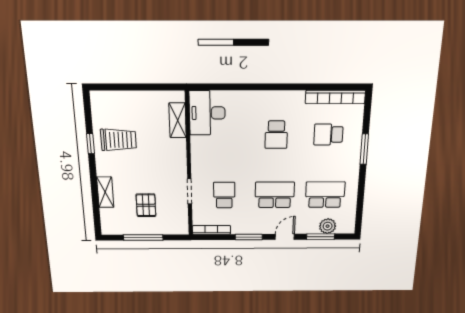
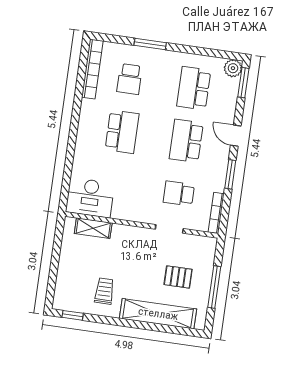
school desk: (276, 135) -> (122, 132), width x1.85
trolley: (118, 140) -> (104, 291), width x0.73, depth x0.72
window: (91, 144) -> (73, 315), moved
shelving: (105, 192) -> (158, 314), width x2.20, depth x1.33
plant: (328, 226) -> (233, 68), moved
window: (321, 237) -> (243, 83), moved

